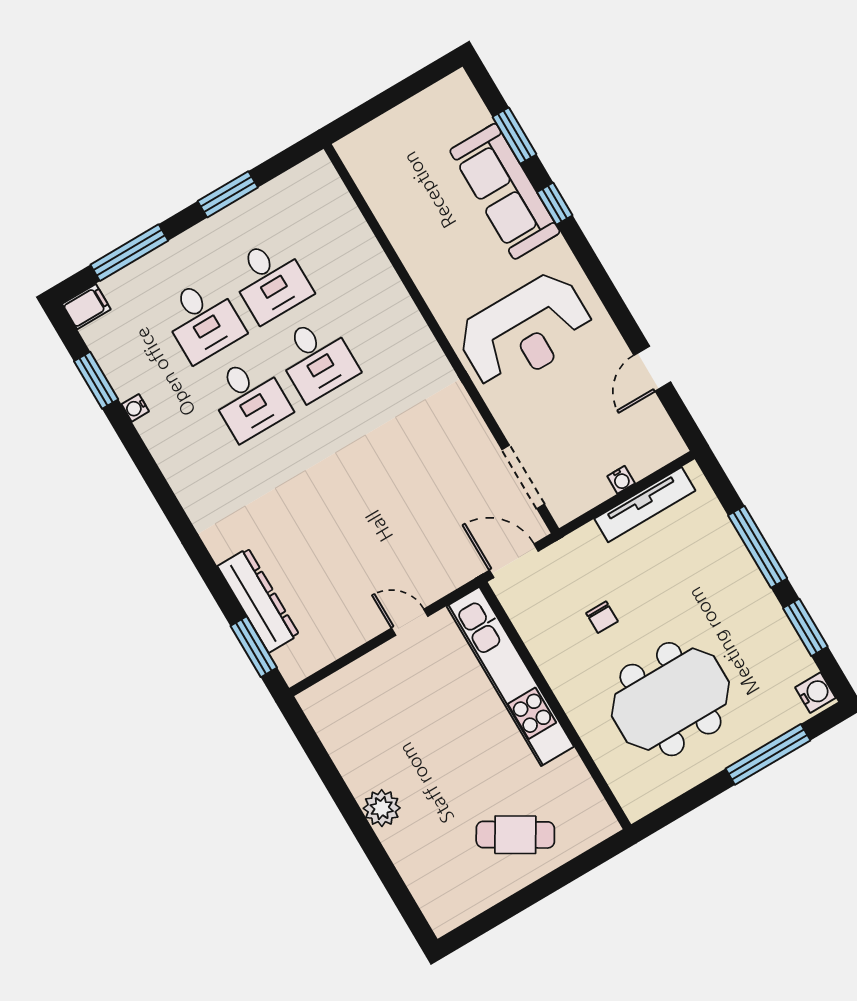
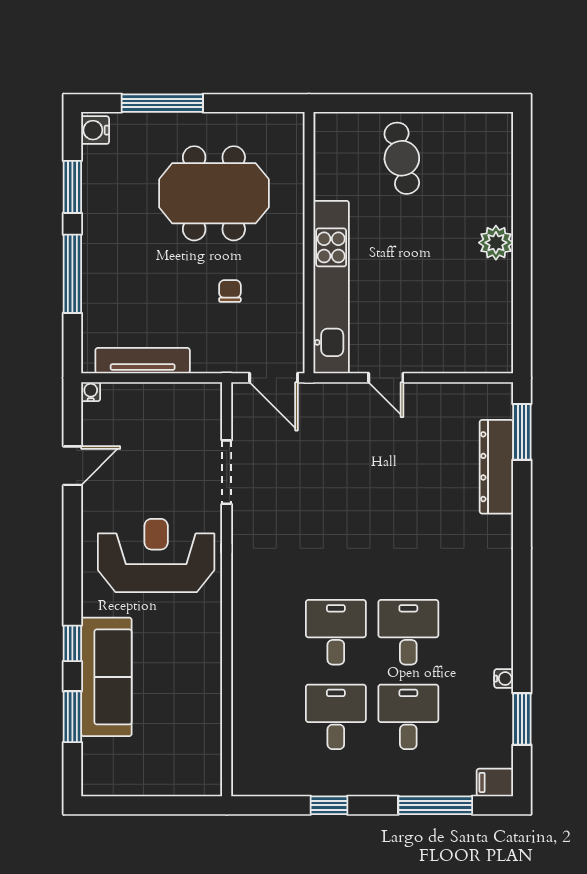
window: (228, 194) -> (329, 805), width x0.67
doorway: (523, 477) -> (227, 472), moved
water cooler: (621, 480) -> (91, 392), moved
cafe table: (515, 835) -> (402, 158), turned 47

